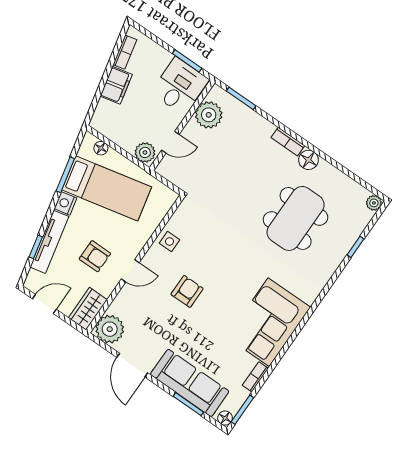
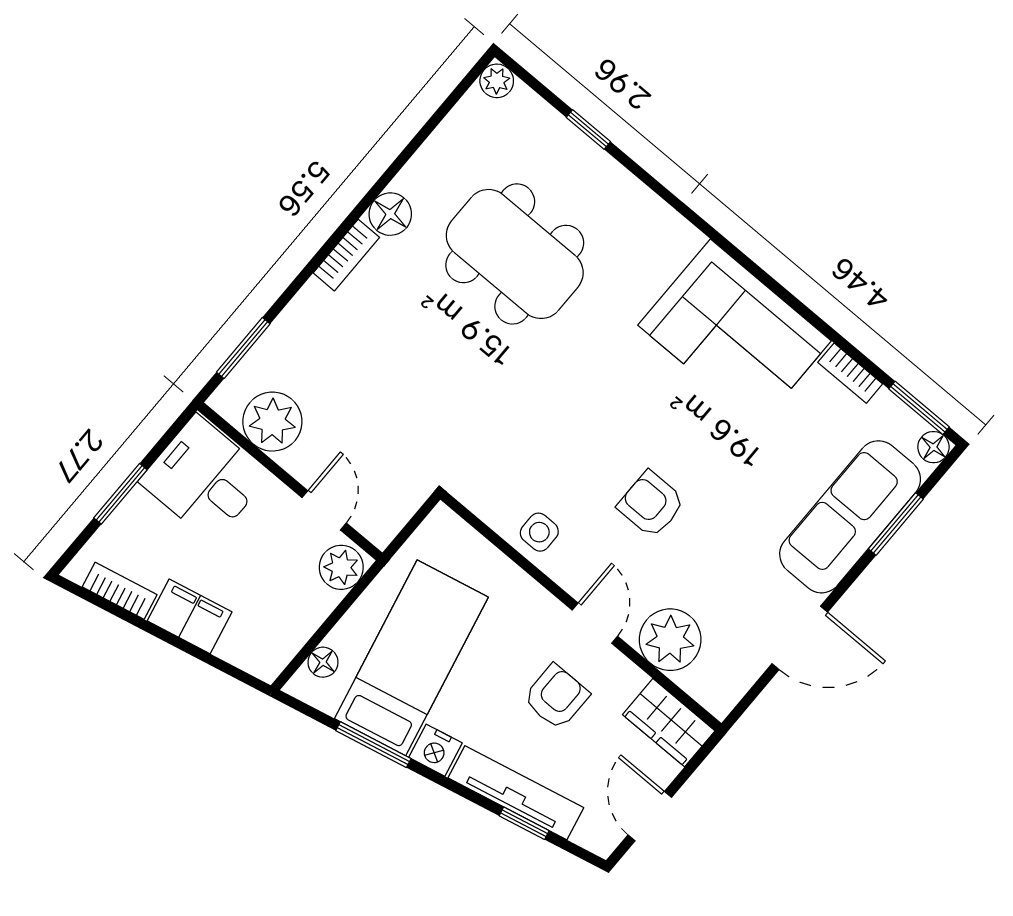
window: (187, 61) -> (120, 494), moved
plant: (110, 329) -> (670, 640), moved

